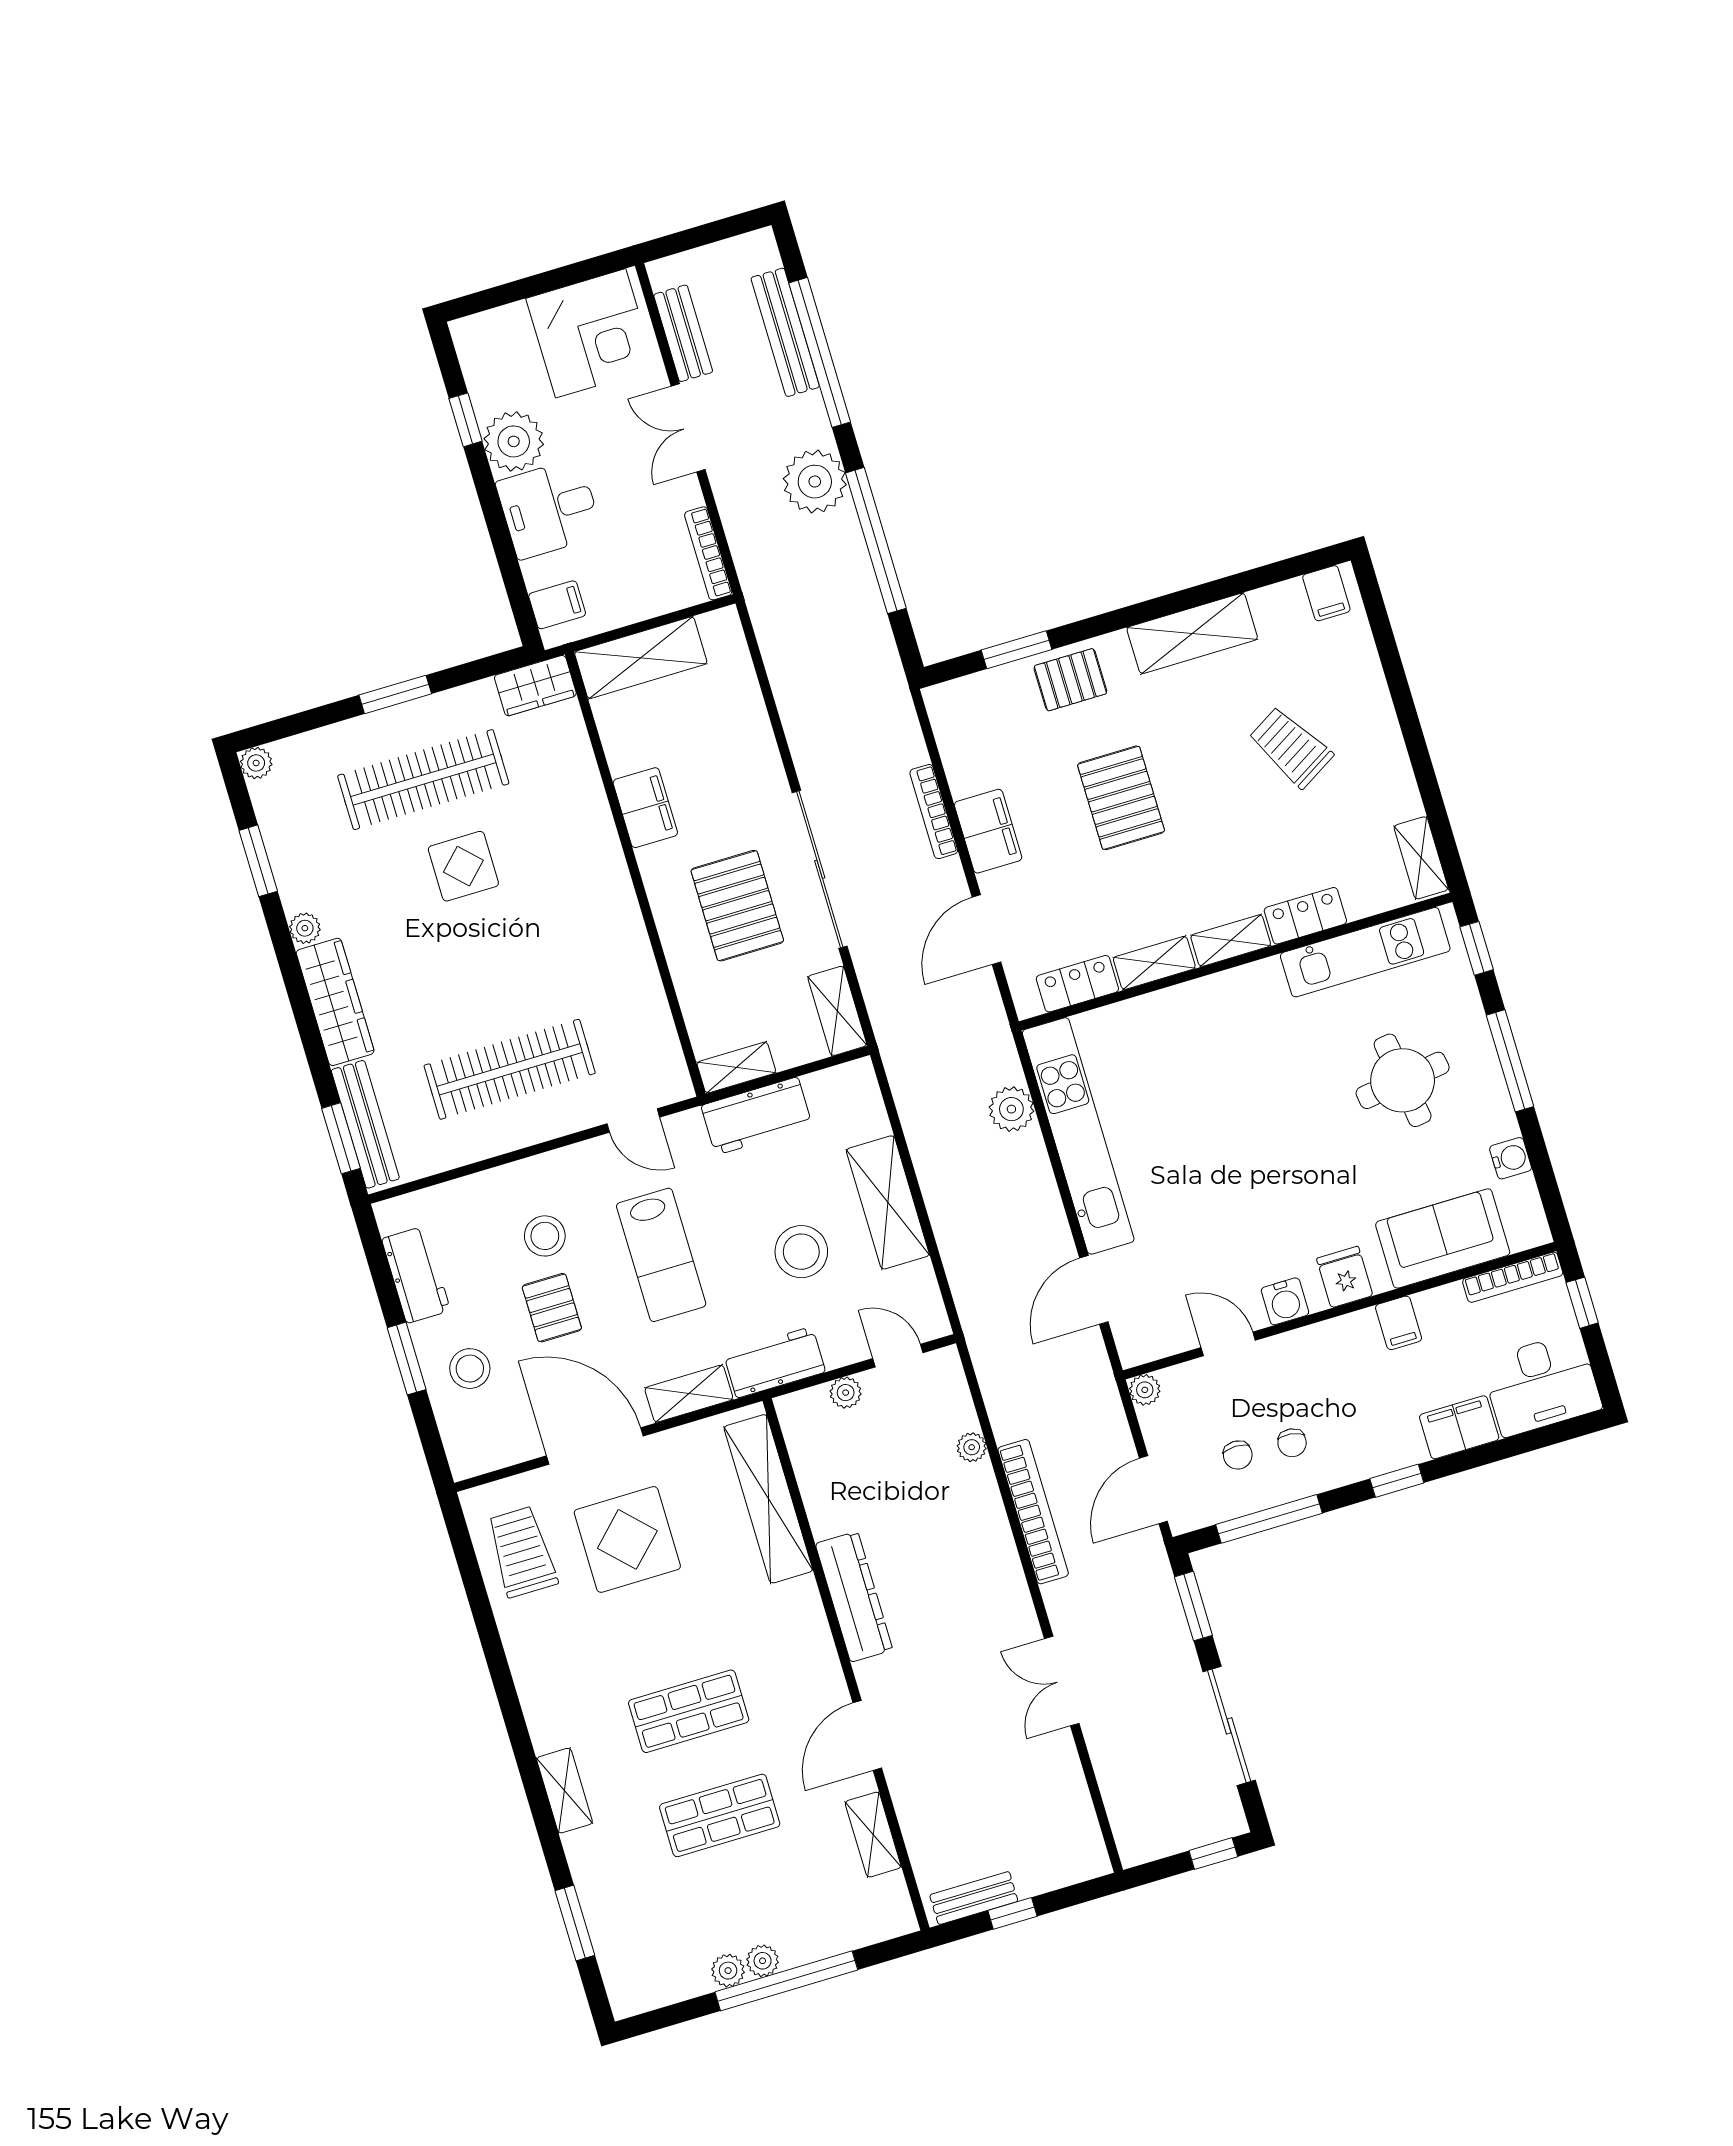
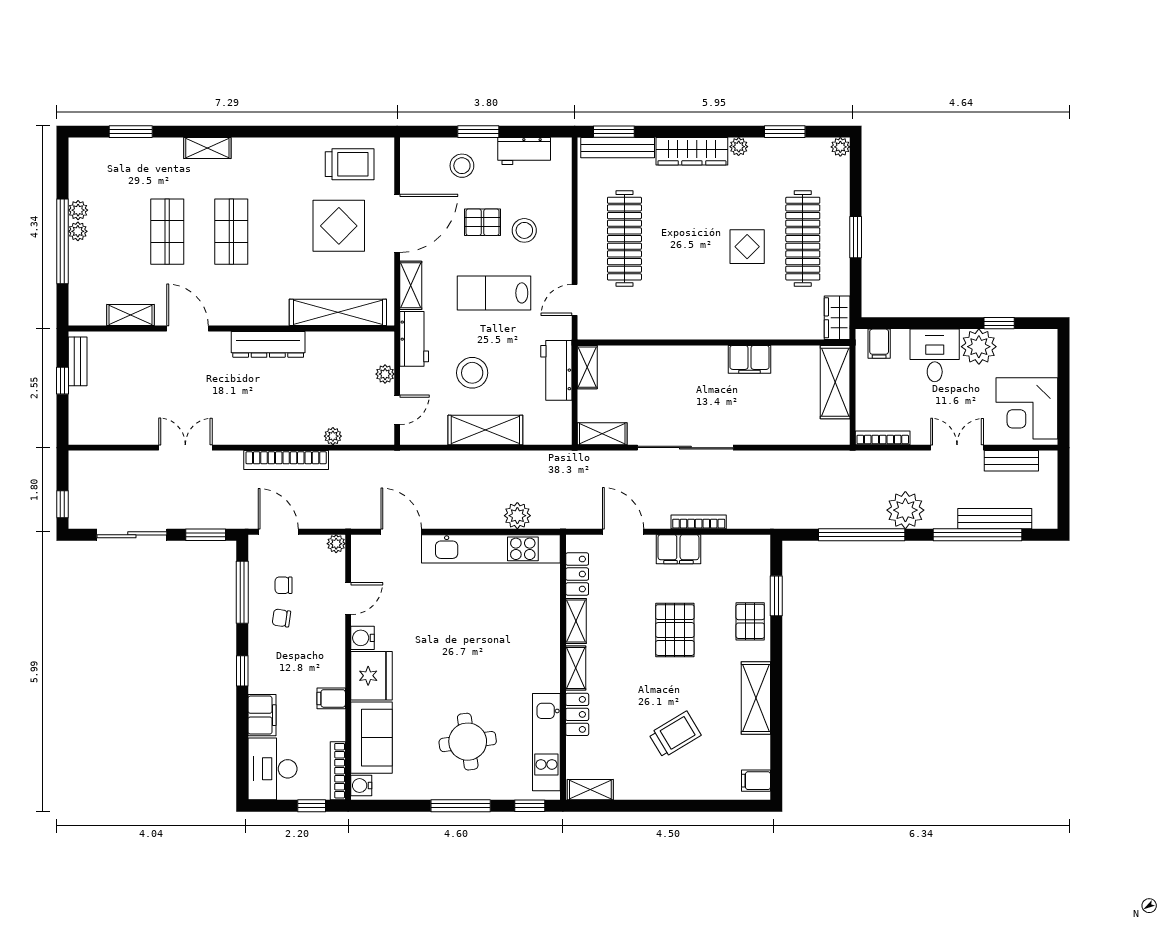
pallet: (1121, 798) -> (675, 630), turned 90
pallet: (737, 906) -> (679, 395), removed
water cooler: (1511, 1158) -> (361, 786), moved, turned 90
fridge: (1345, 1277) -> (371, 676), width x1.88, depth x1.34

